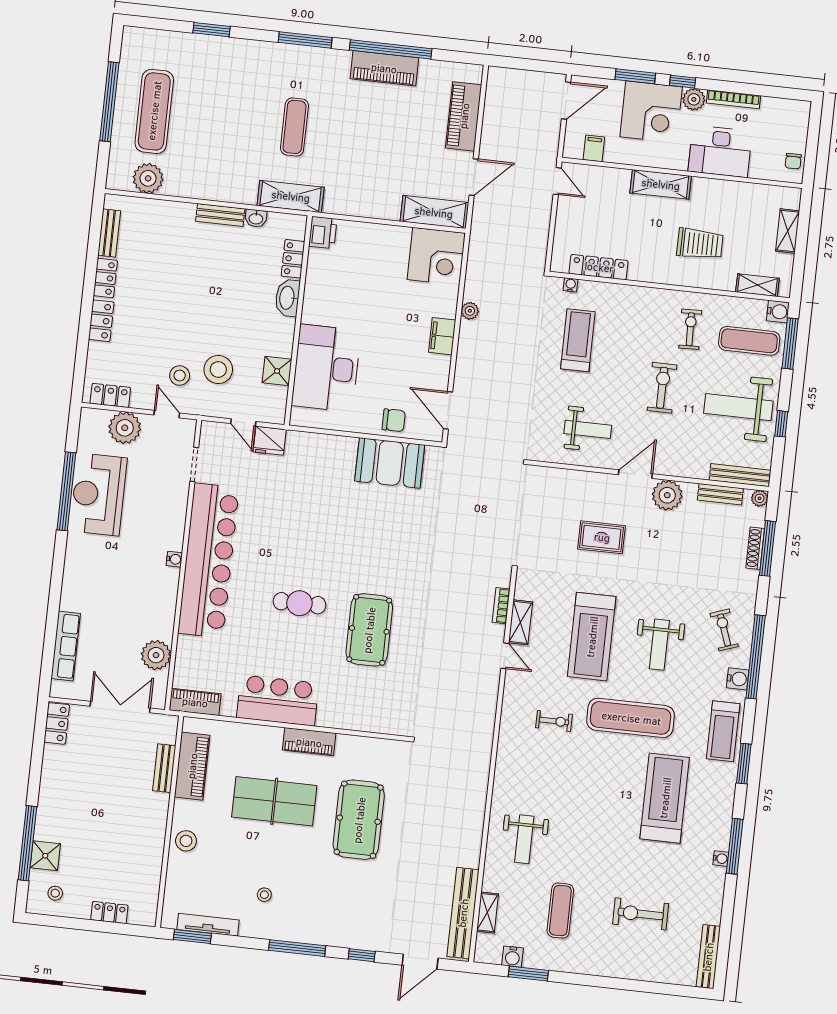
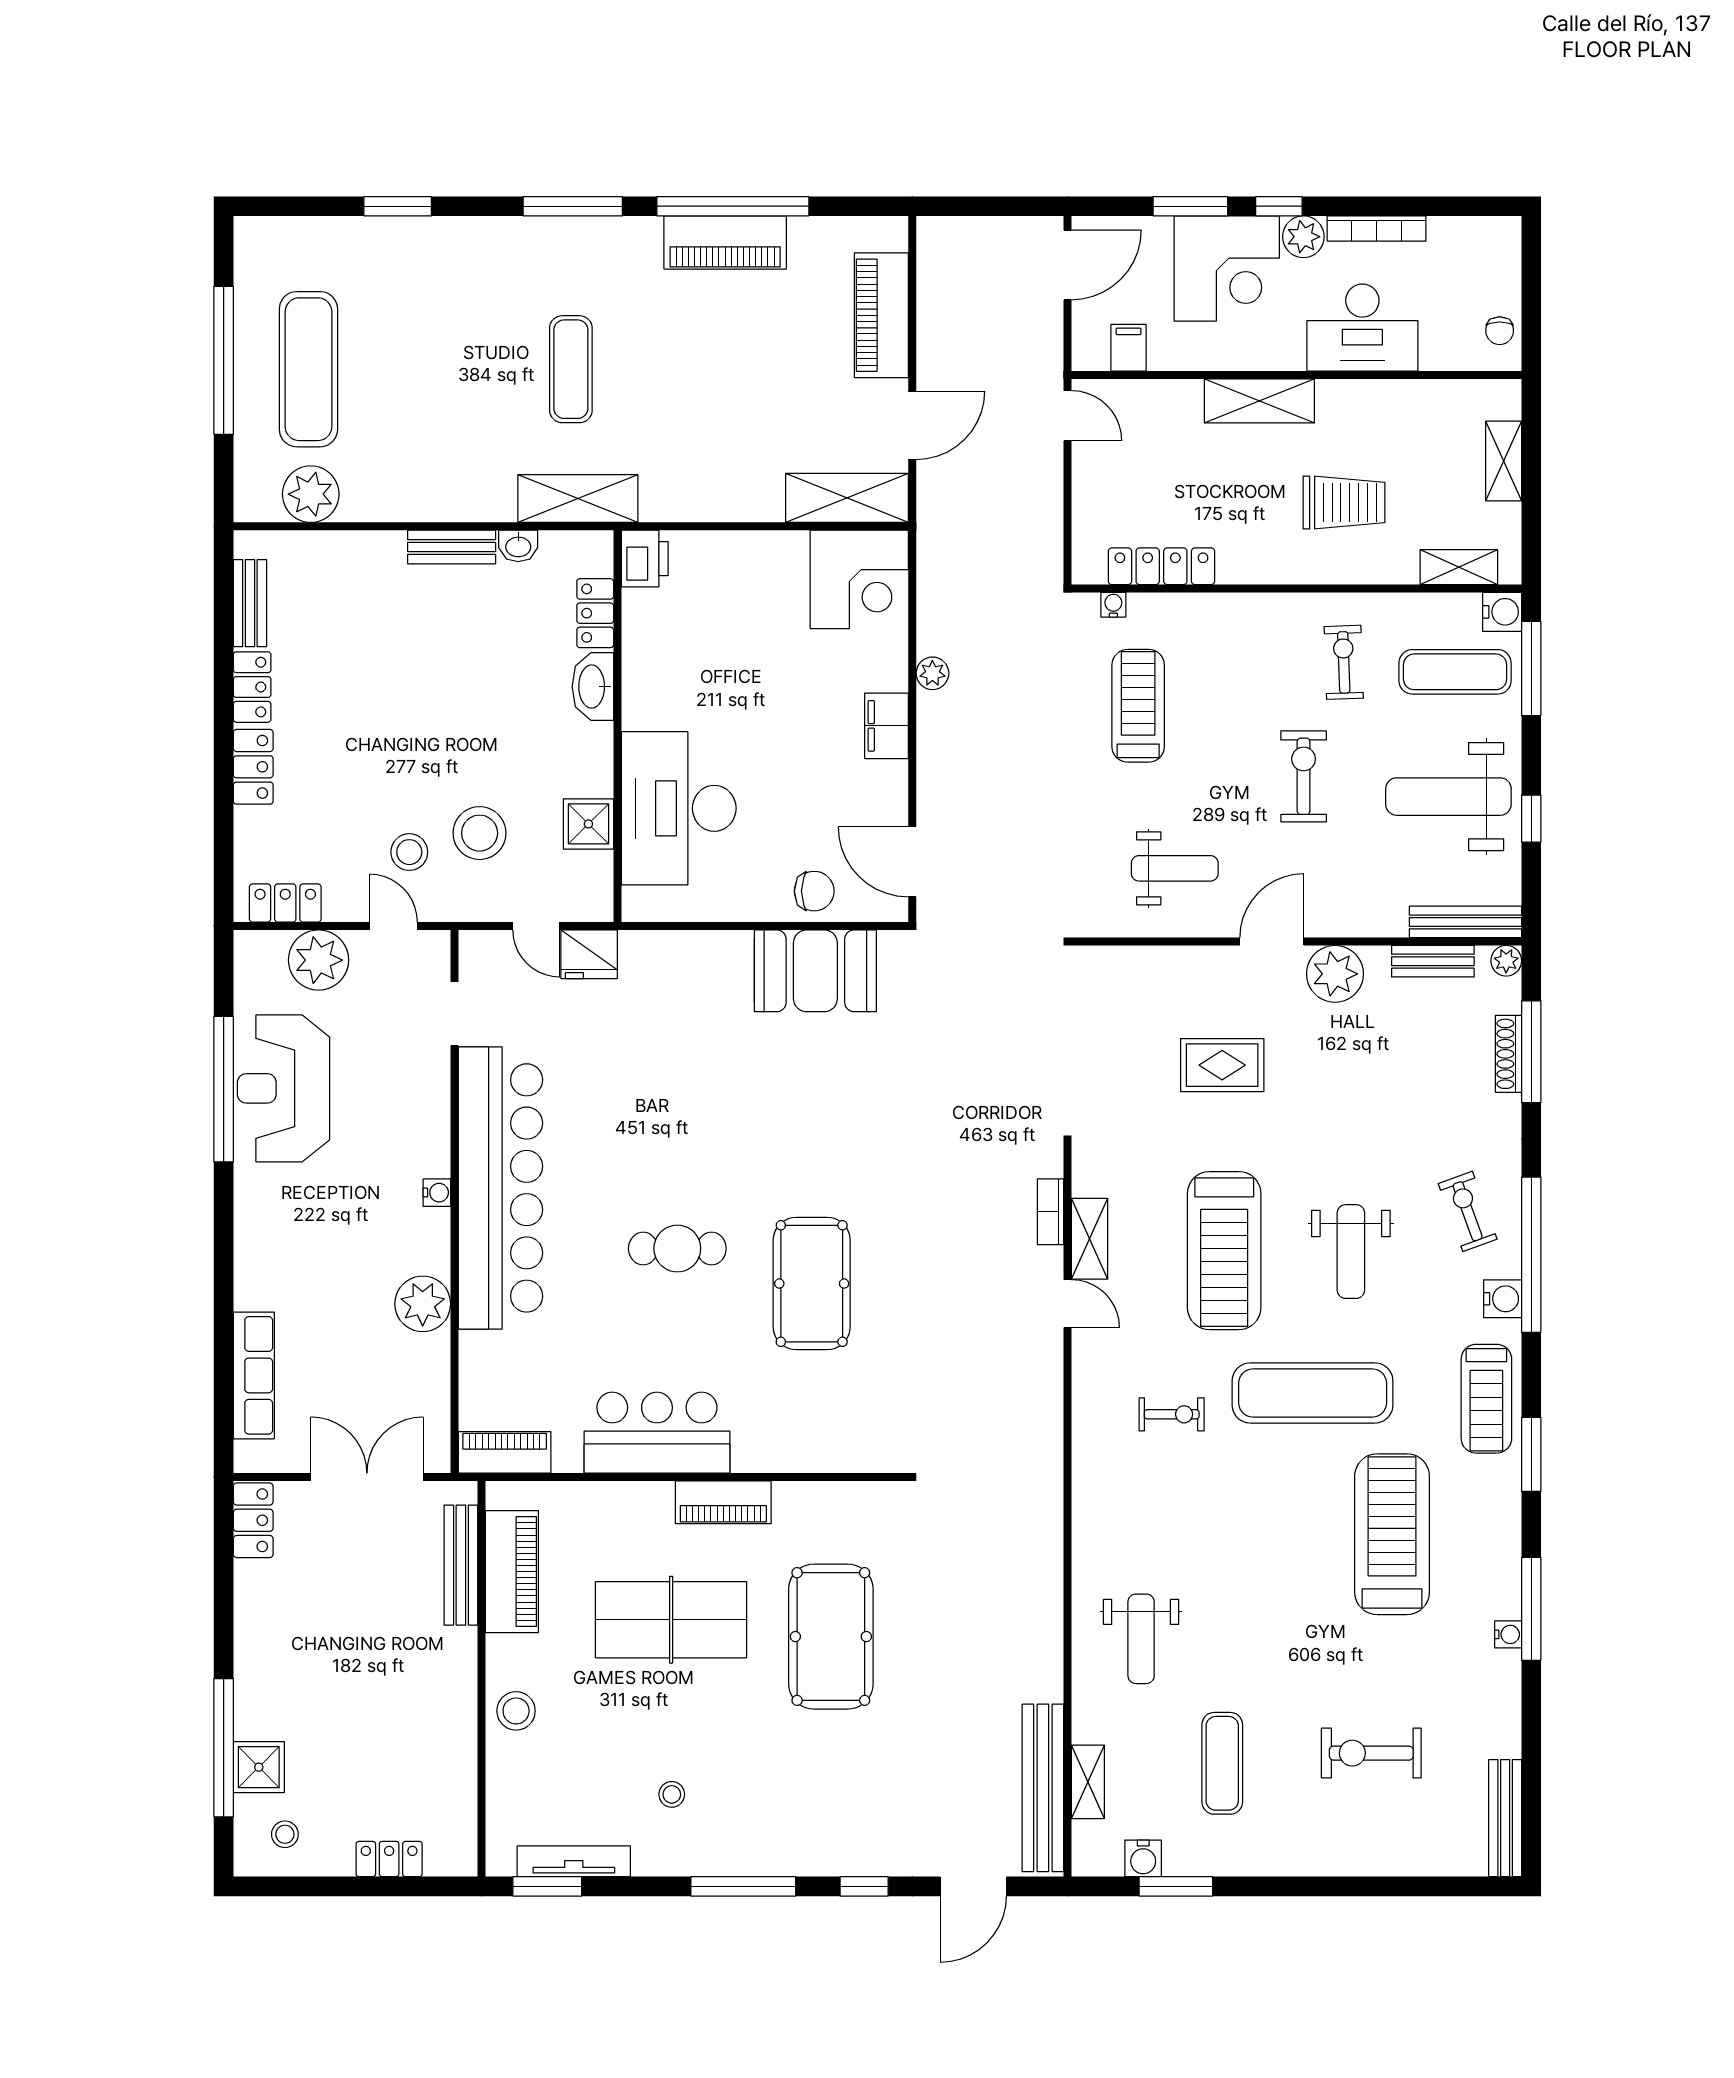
plant: (156, 655) -> (423, 1304), moved
bench: (164, 768) -> (461, 1565), width x1.36

